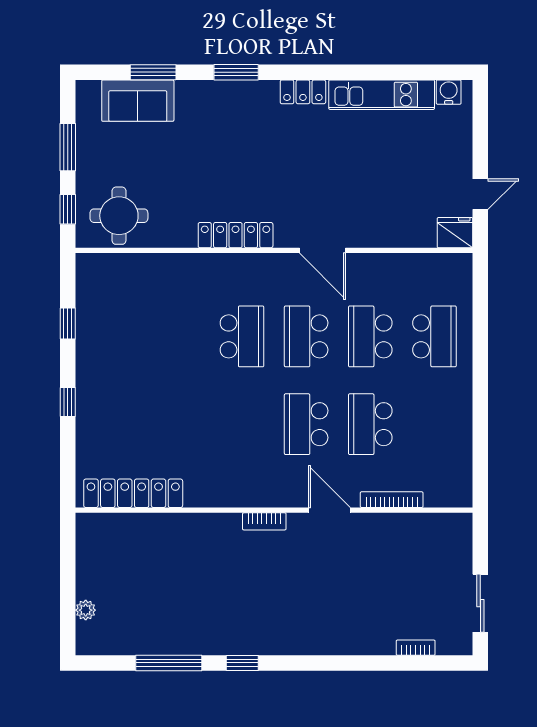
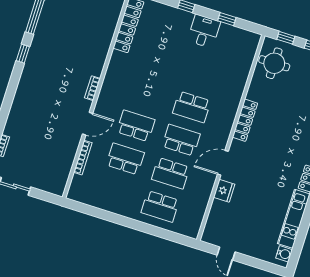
fridge: (455, 233) -> (224, 191), moved
school desk: (370, 336) -> (171, 173), turned 180
desk: (102, 357) -> (204, 31), added

